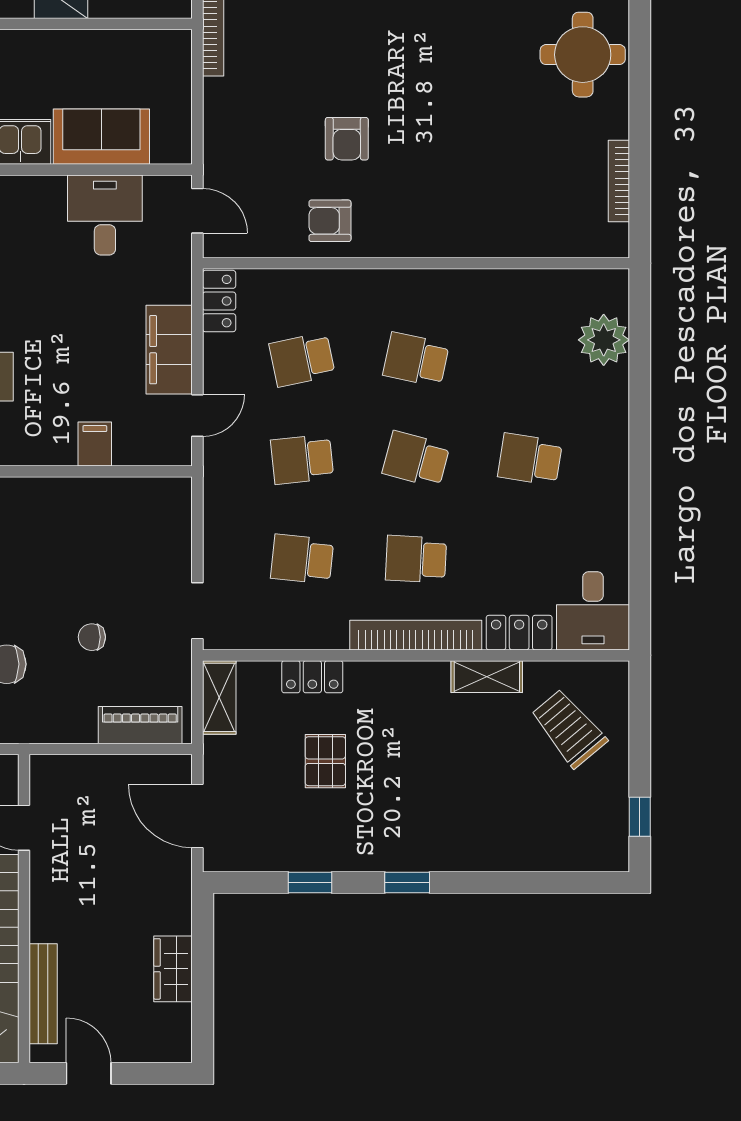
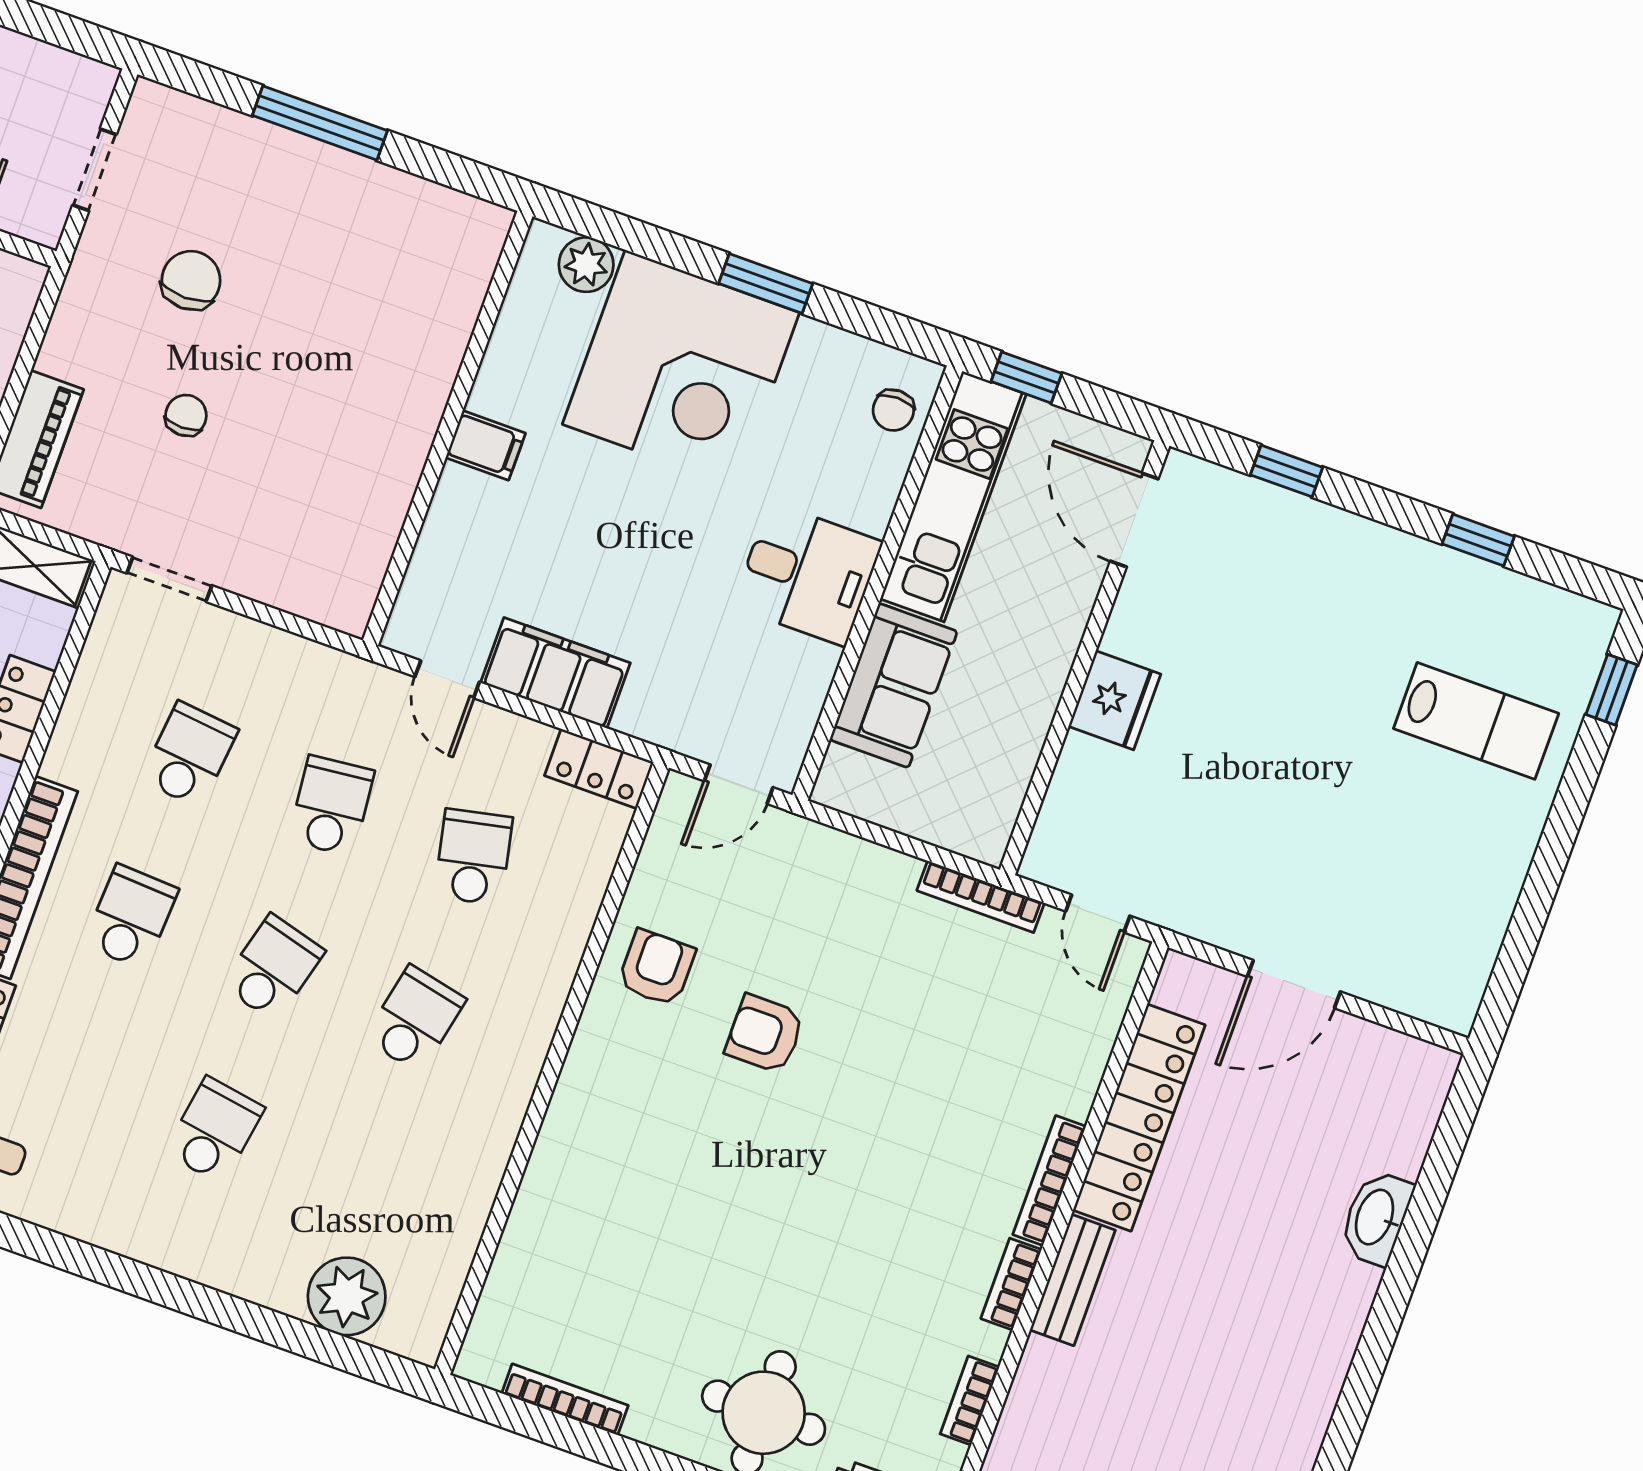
desk: (105, 215) -> (808, 574), moved
filing cabinet: (95, 444) -> (486, 445), moved

